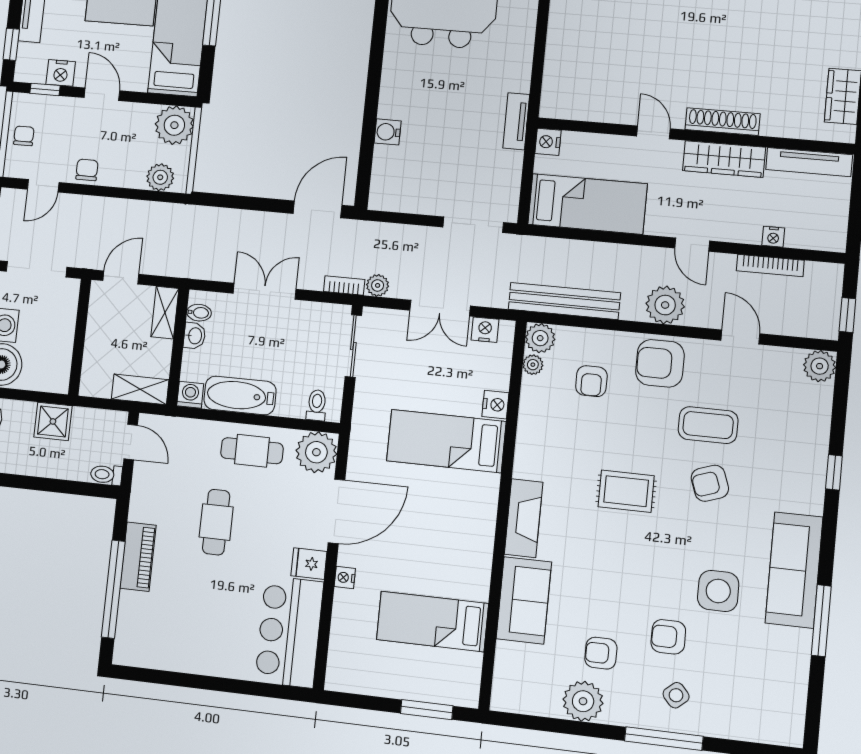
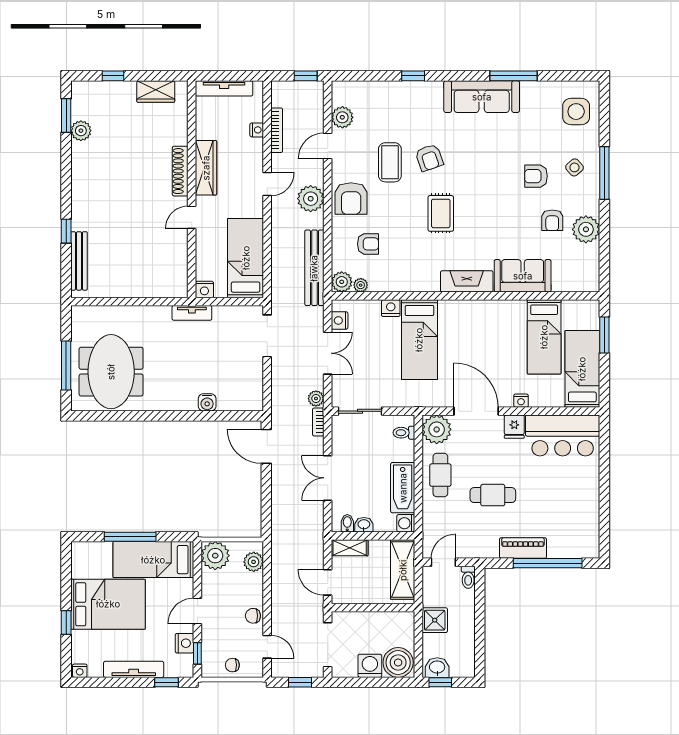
tv unit: (809, 162) -> (224, 88), moved, turned 90
plant: (820, 366) -> (342, 117), moved
shelving: (140, 389) -> (403, 570), width x1.50, depth x1.33
side table: (718, 591) -> (576, 112), moved
armchair: (668, 637) -> (536, 176), turned 90
bed: (381, 672) -> (582, 369), added

